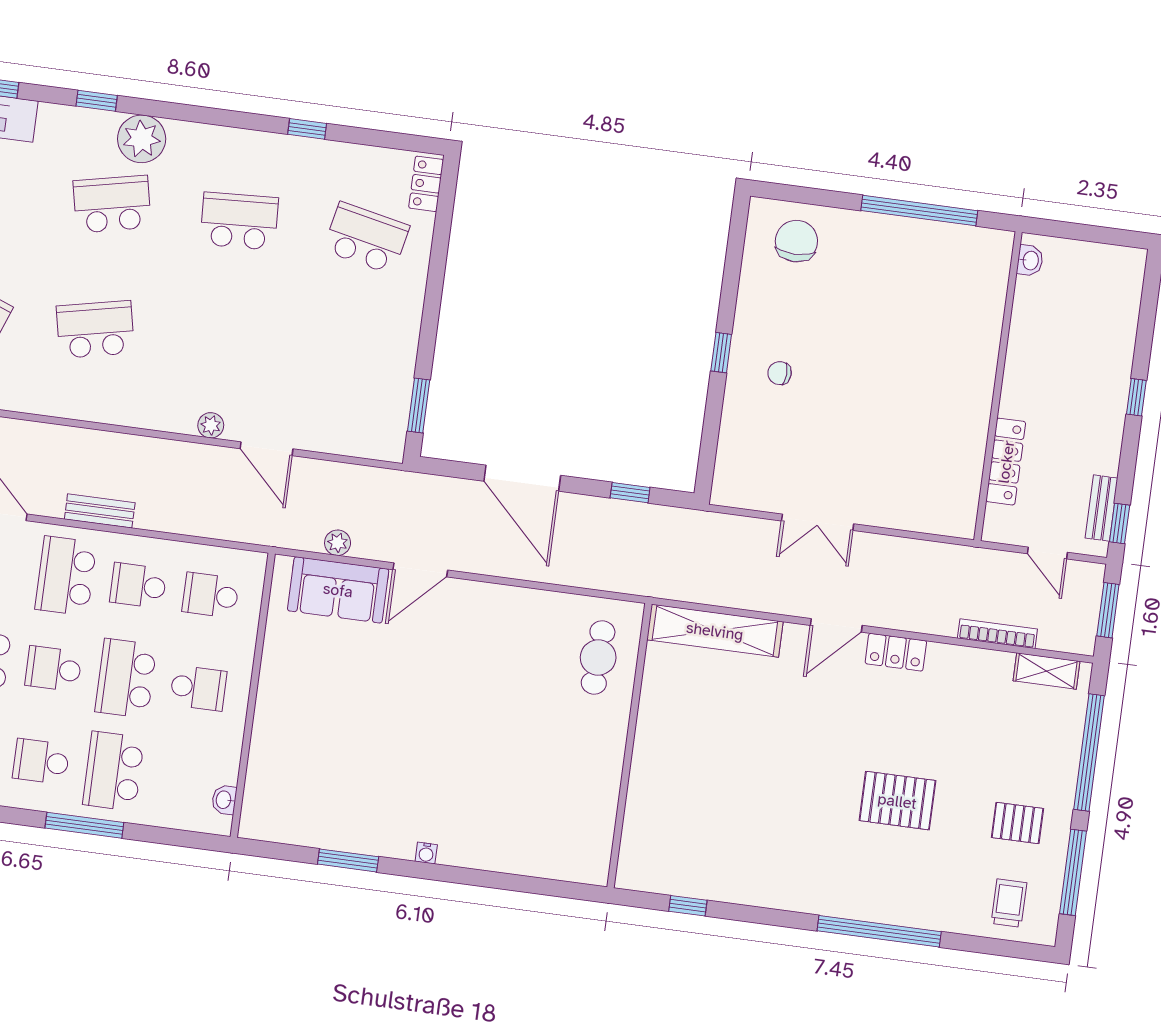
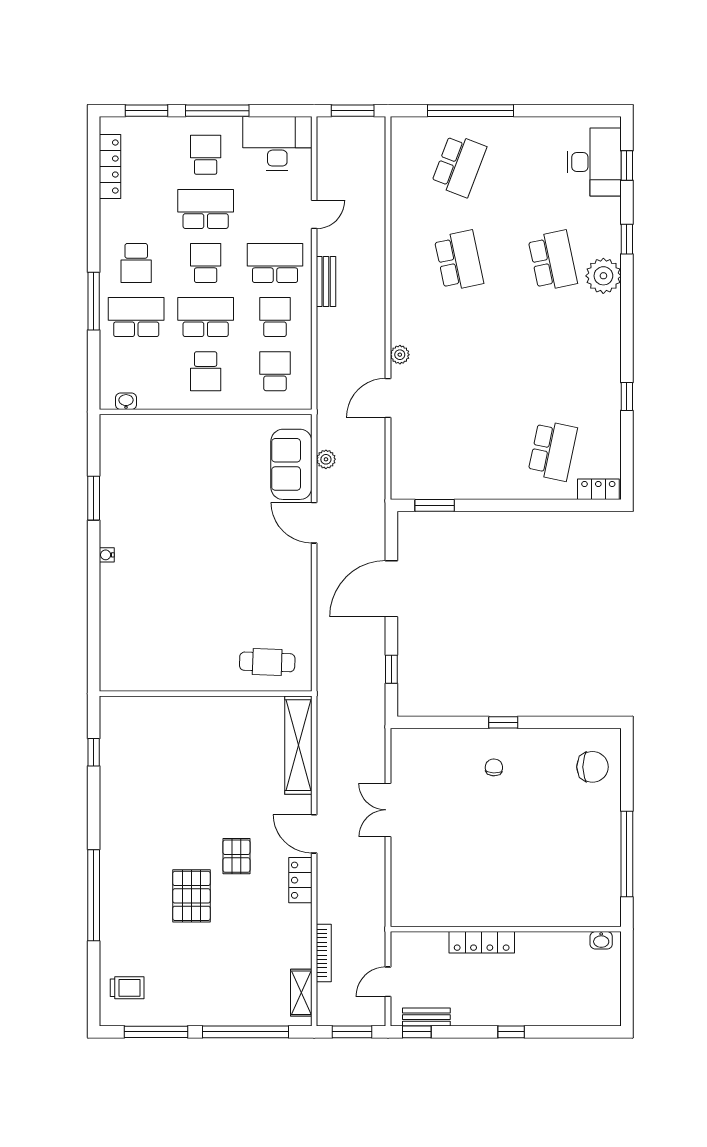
school desk: (239, 221) -> (553, 356), removed
locker: (1006, 462) -> (482, 942), moved
school desk: (41, 762) -> (136, 263), turned 180
pallet: (1017, 823) -> (236, 856), moved

